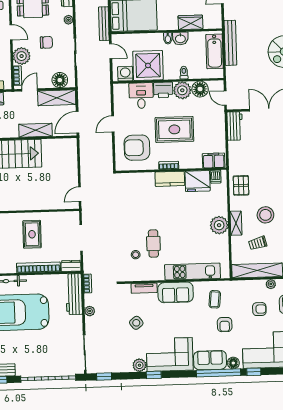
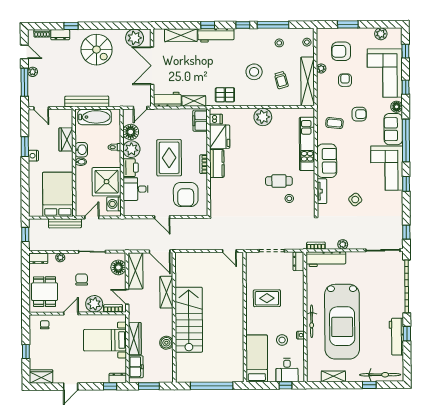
shelving: (236, 223) -> (194, 101), moved
bookcase: (38, 267) -> (299, 293), removed
plant: (139, 365) -> (396, 198), removed
window: (218, 373) -> (406, 140), moved

